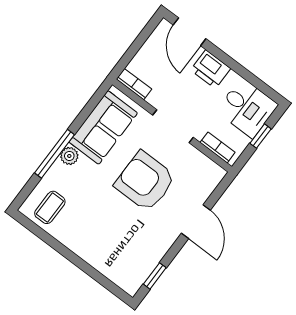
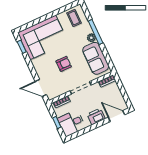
armchair: (145, 181) -> (64, 64), width x0.53, depth x0.53
door: (196, 222) -> (41, 88), moved
corner sofa: (117, 246) -> (43, 37), added

